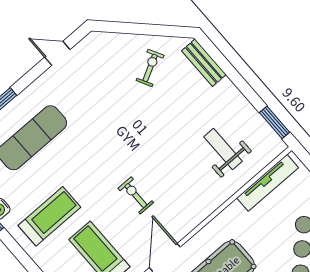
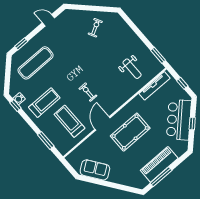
bench: (204, 63) -> (122, 25), removed
weight bench: (223, 149) -> (132, 69), turned 180

